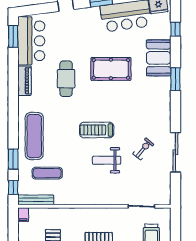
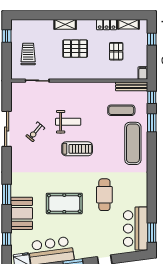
piano: (24, 81) -> (142, 193), removed

